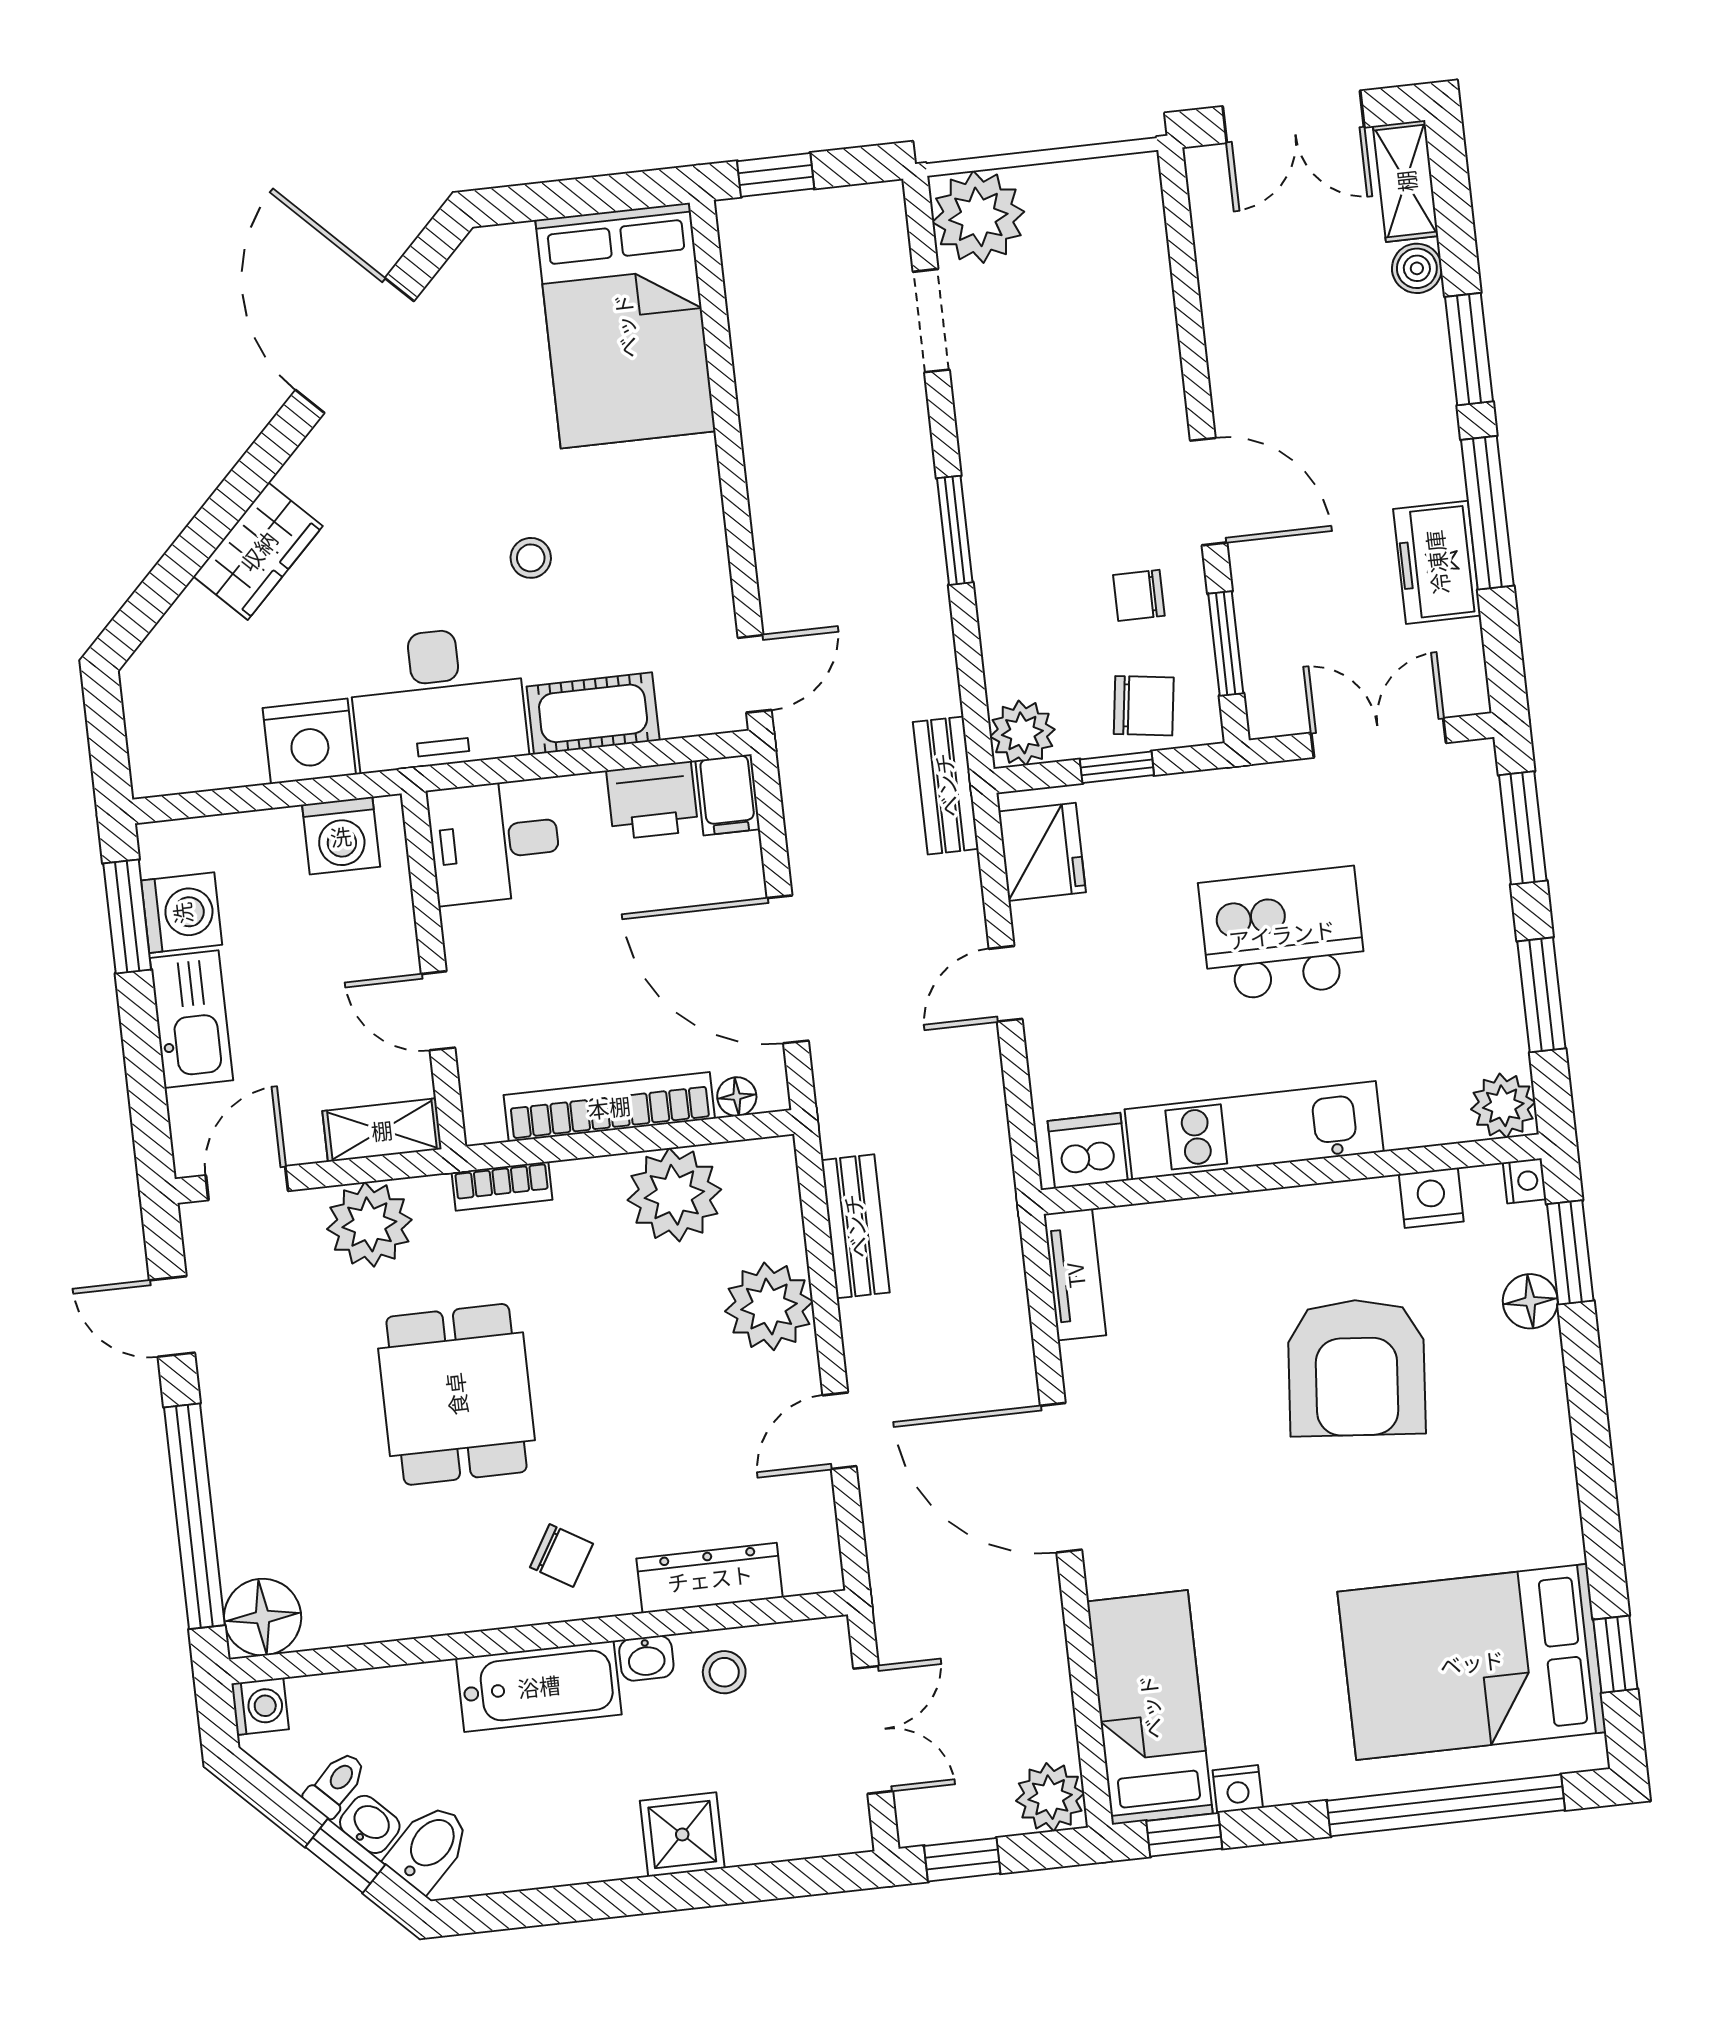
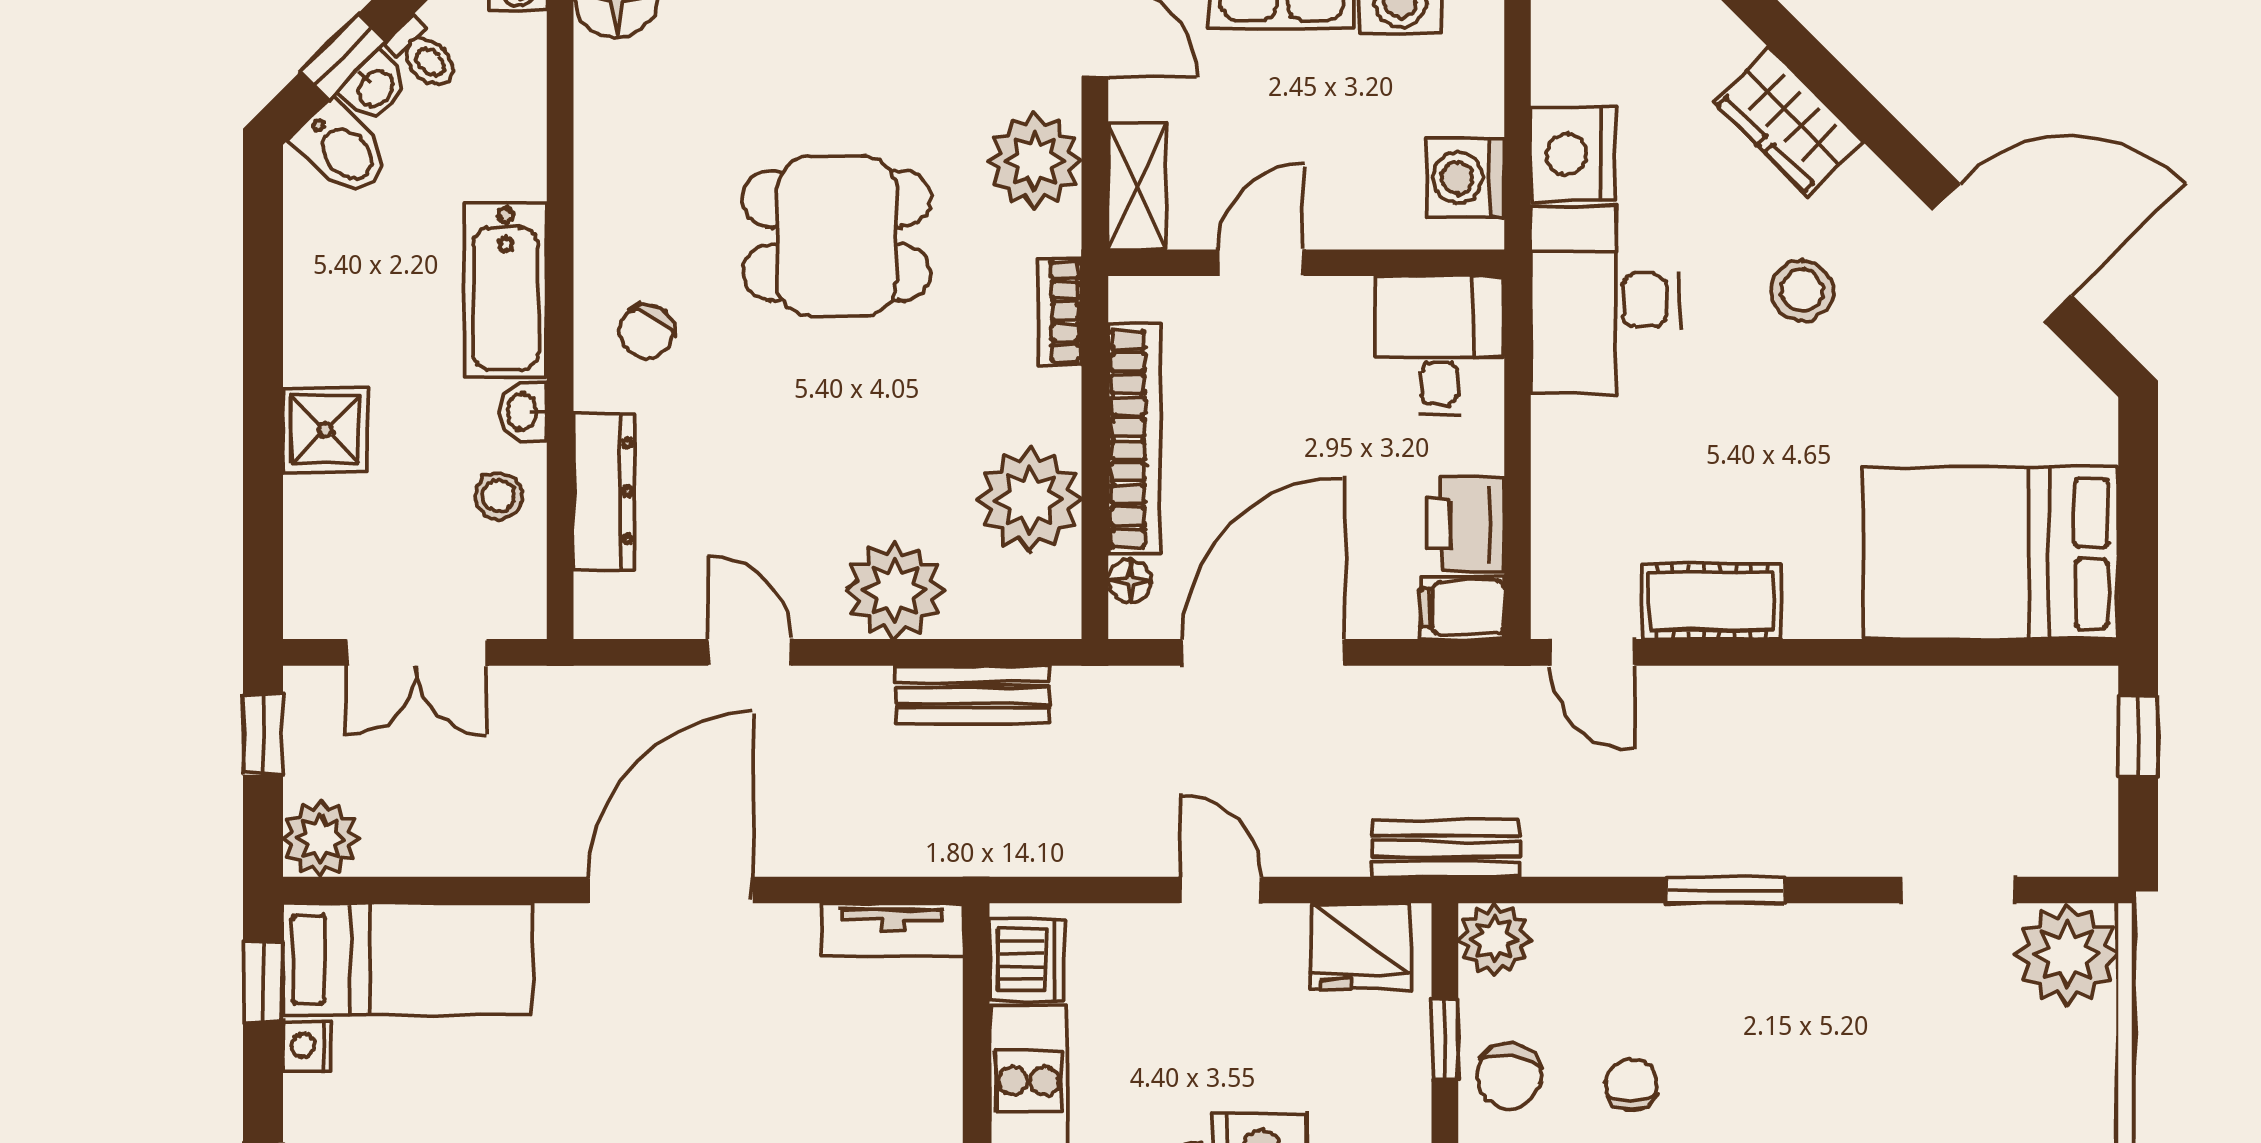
stool: (531, 558) -> (1802, 291), moved, width x1.37, depth x1.37
cot: (593, 713) -> (1711, 601), moved, turned 90

